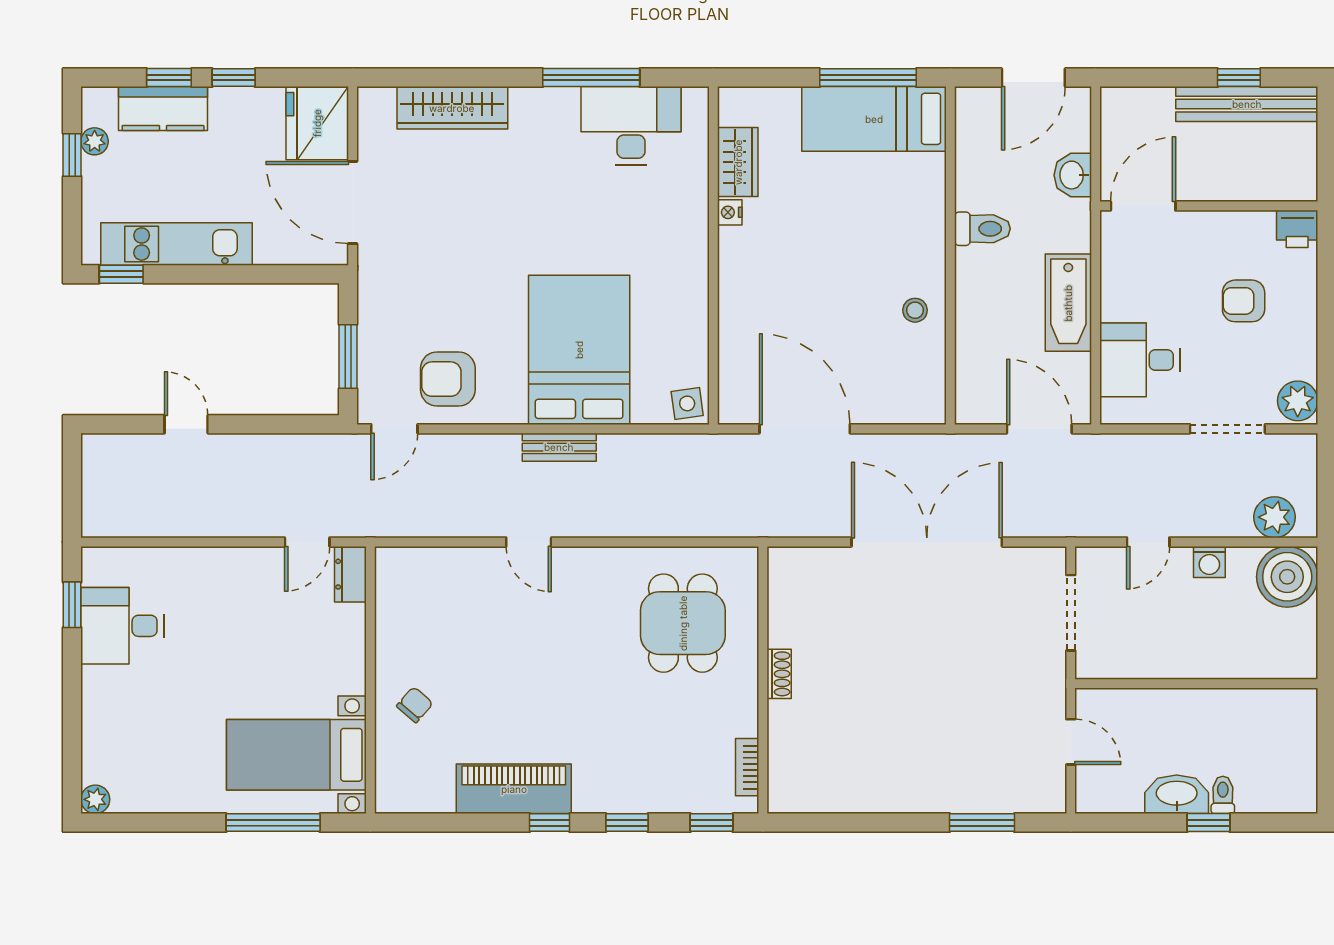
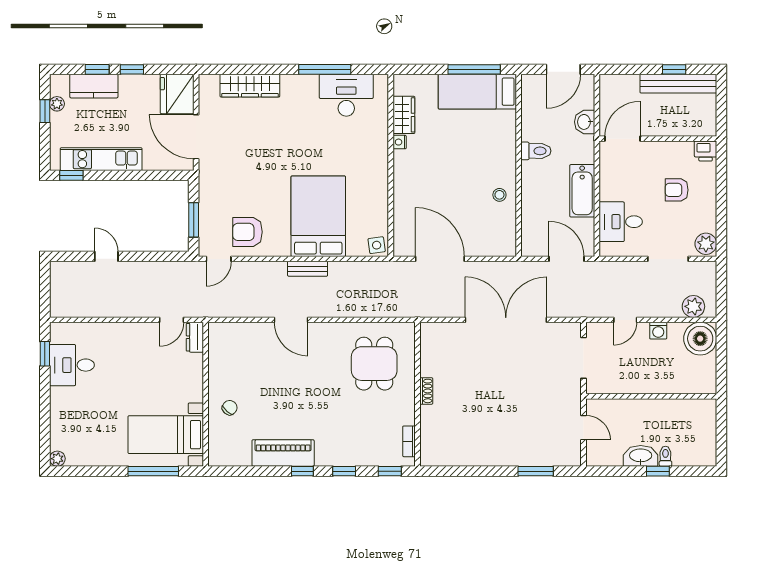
door: (529, 542) -> (291, 320), width x1.38

